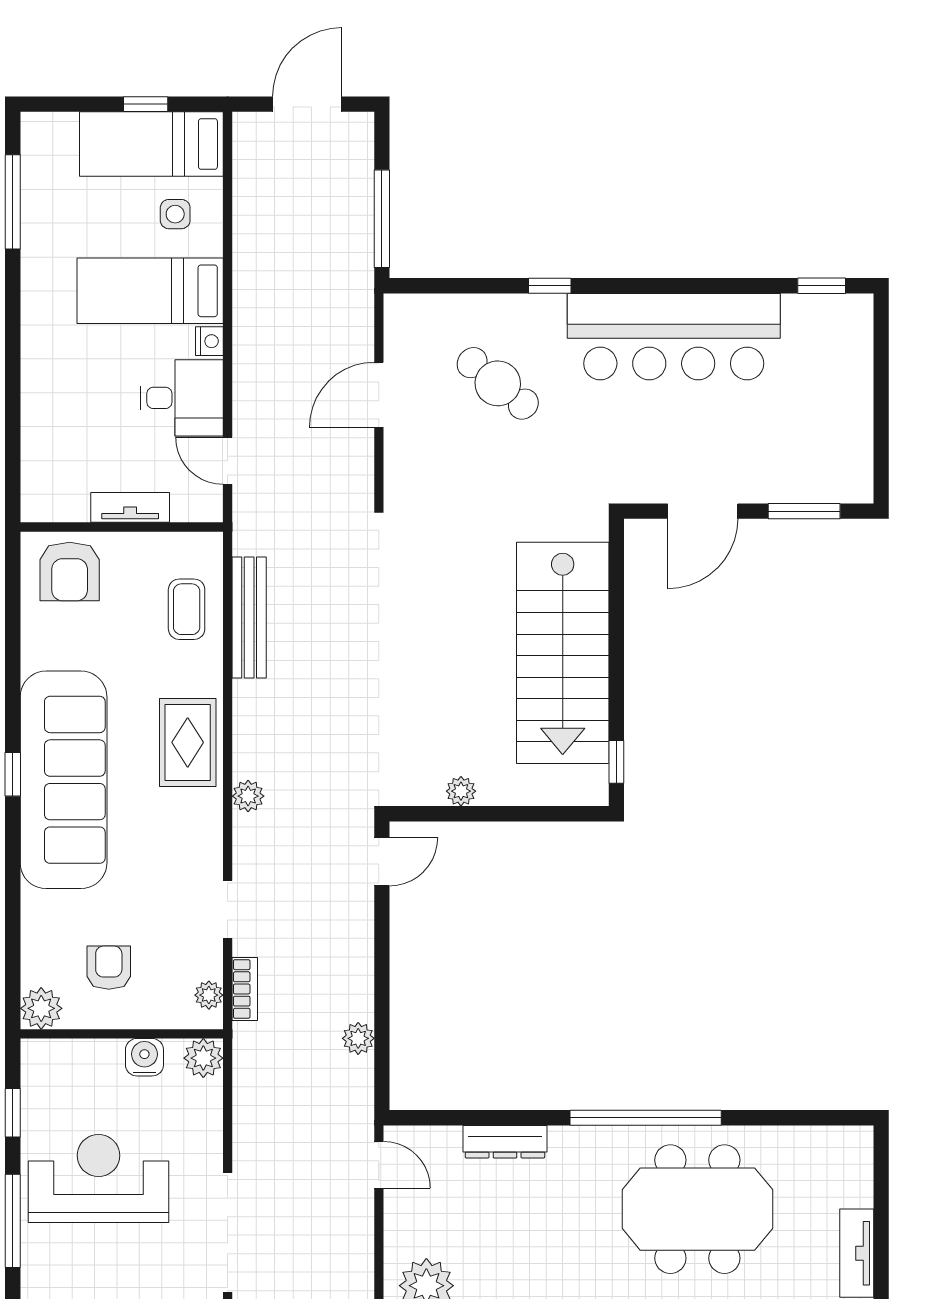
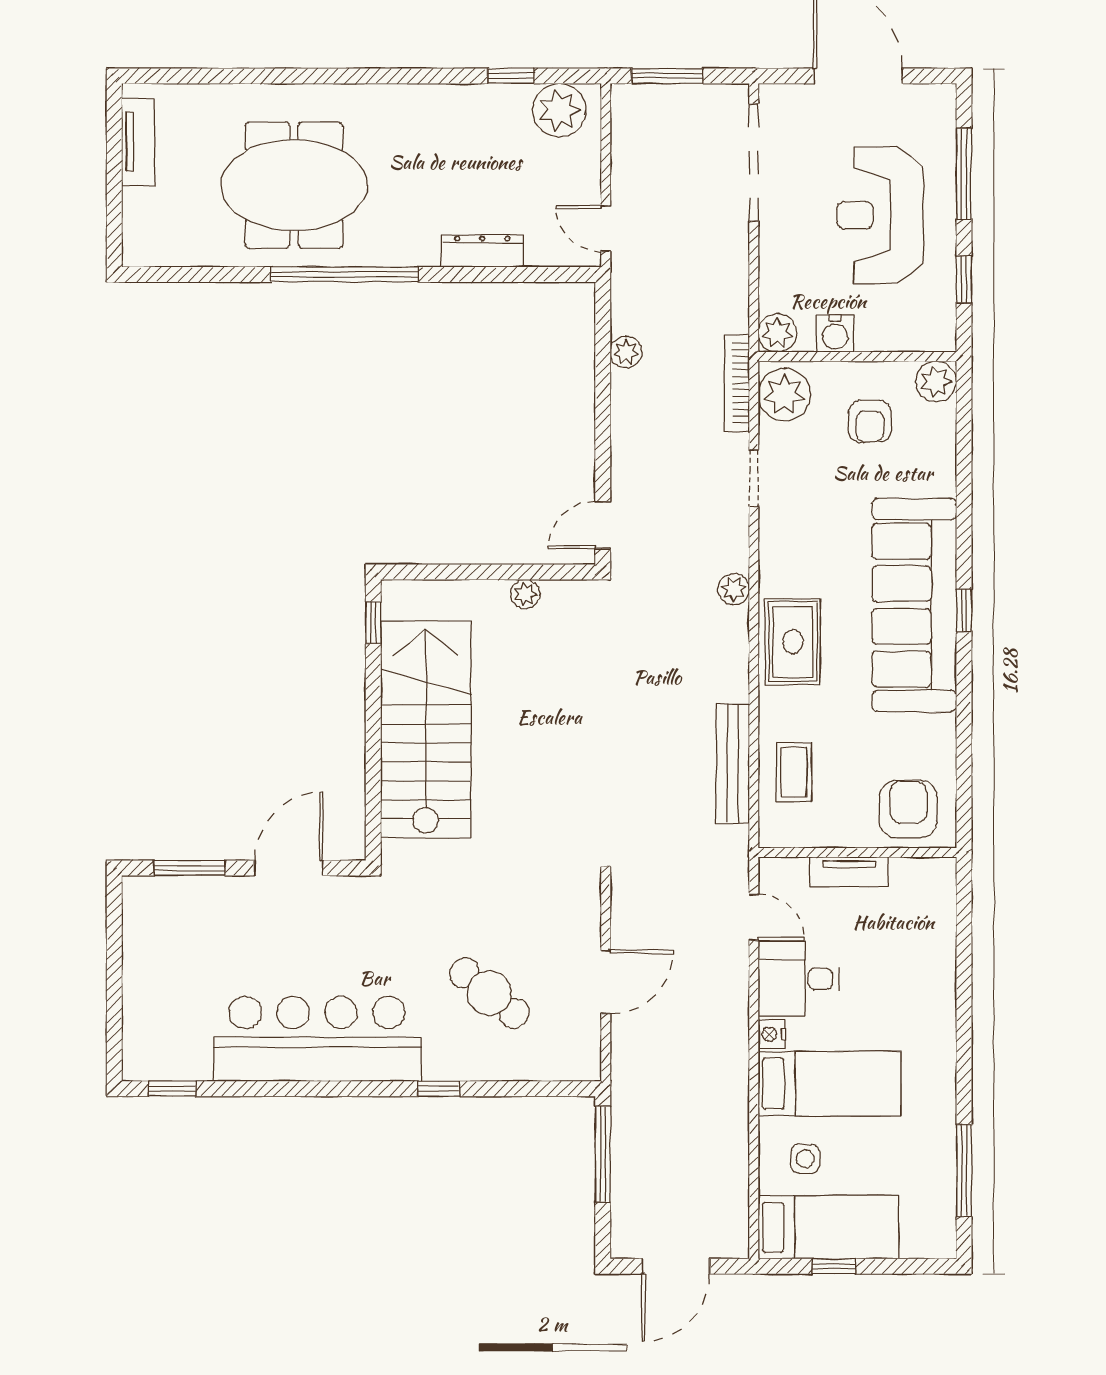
bookcase: (245, 989) -> (737, 383), width x1.56
plant: (209, 995) -> (784, 395), width x1.87, depth x1.87
reception desk: (98, 1178) -> (880, 215), turned 90

